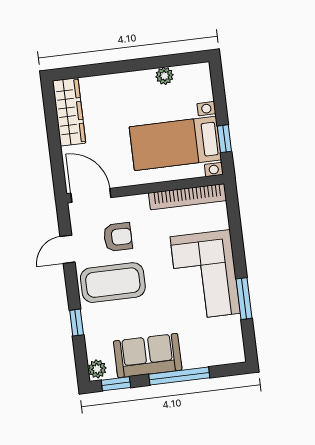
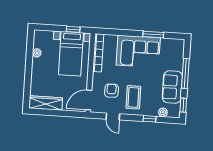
coffee table: (113, 283) -> (133, 97), width x0.73, depth x0.76
plant: (97, 369) -> (163, 112), moved

